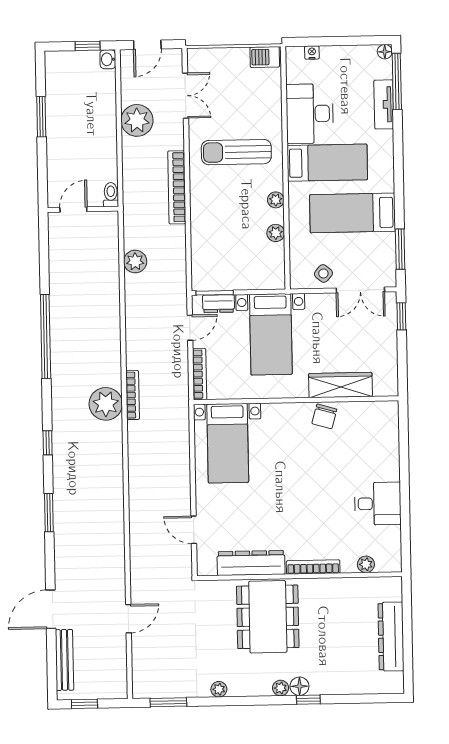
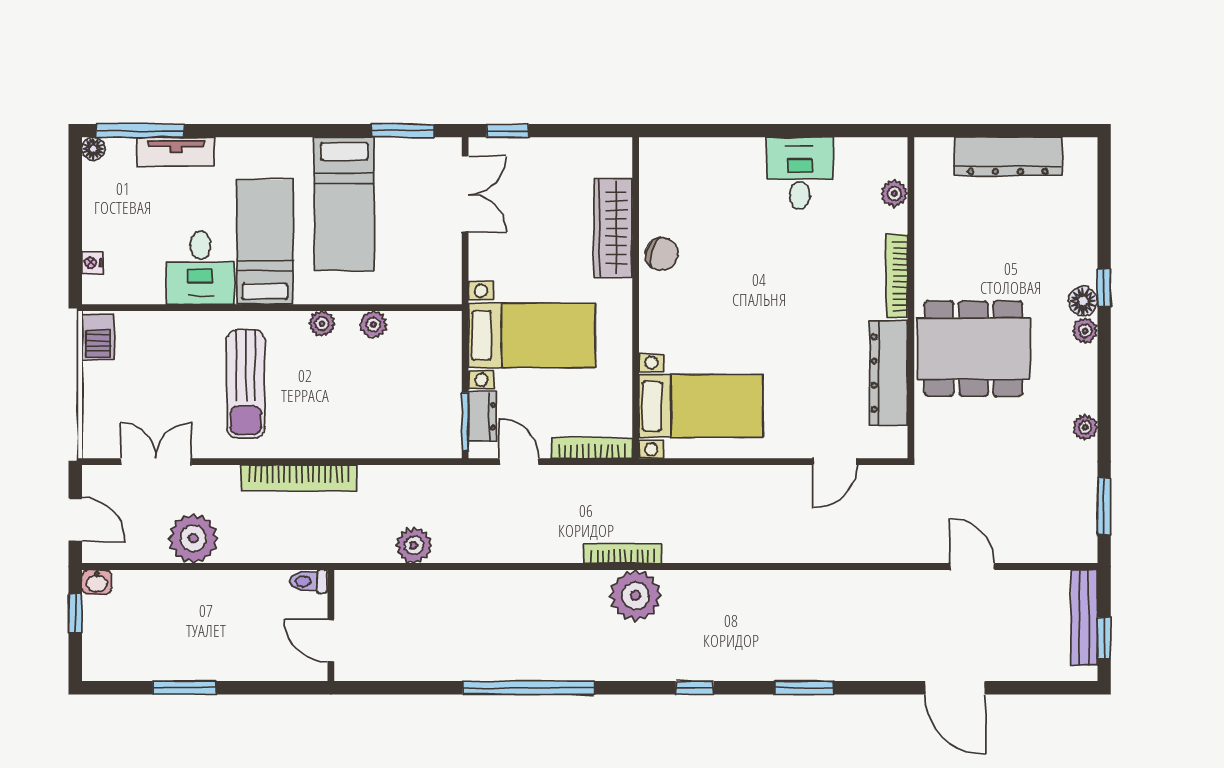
desk: (310, 114) -> (200, 268), width x0.73
side table: (323, 273) -> (438, 251), removed
bench: (64, 660) -> (1084, 618), moved, turned 90

